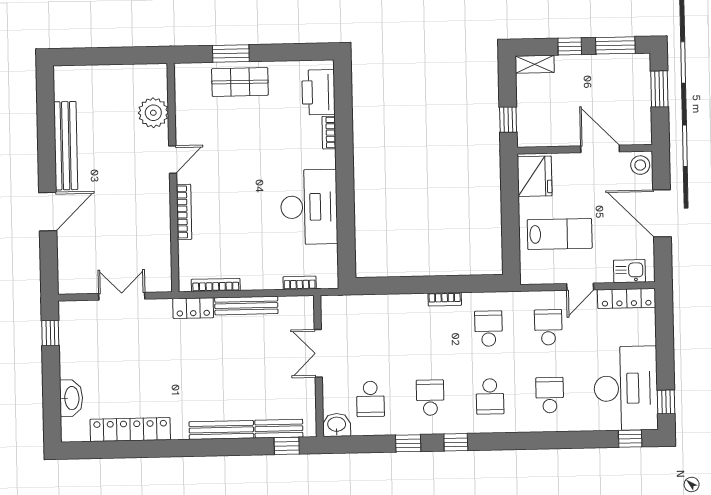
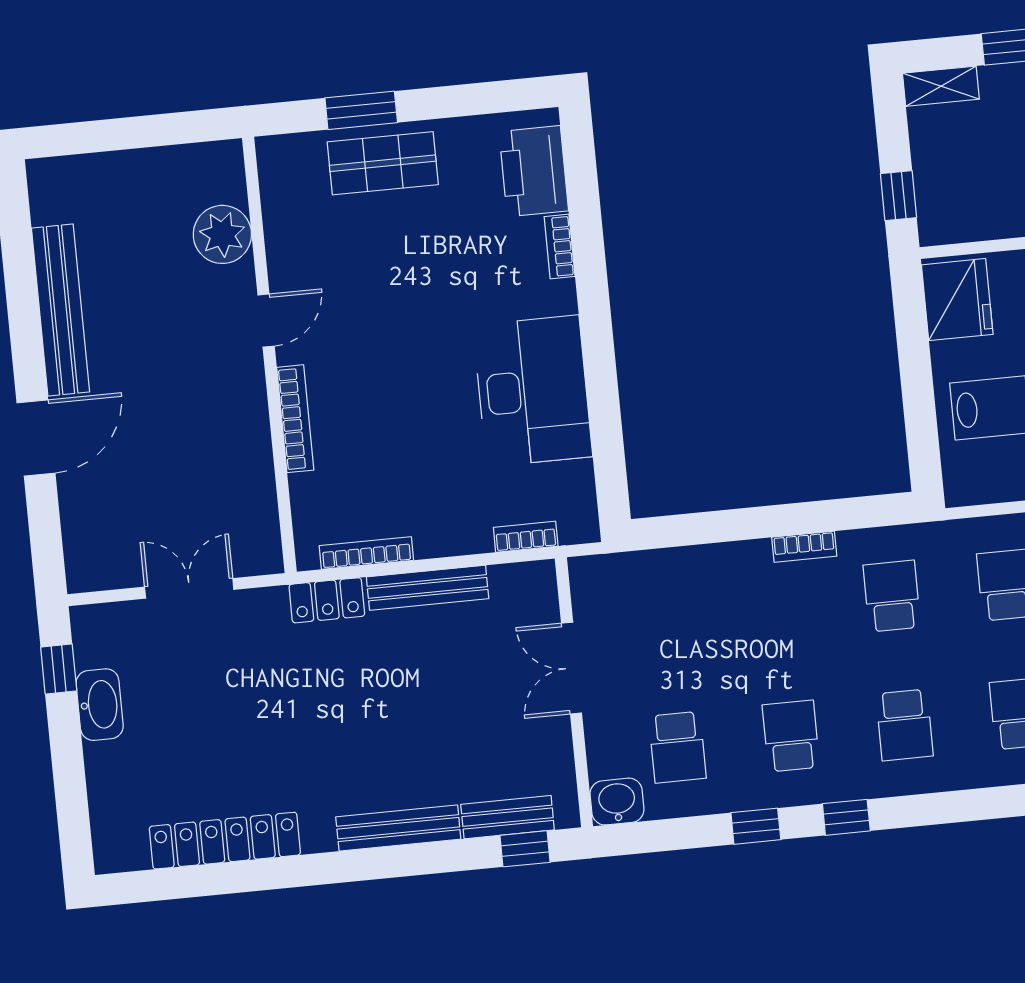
washbasin: (71, 398) -> (100, 705), moved

